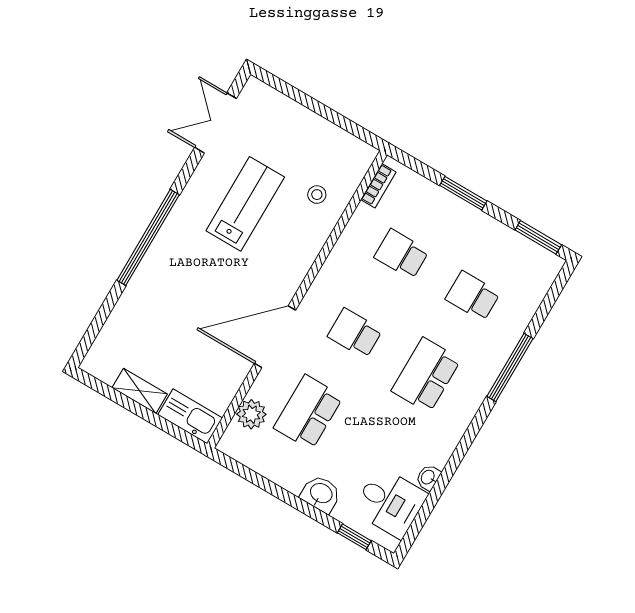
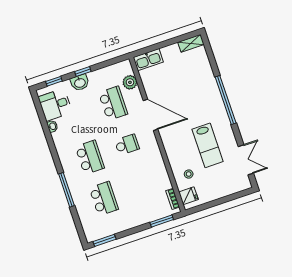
fridge: (352, 165) -> (188, 196), added
window: (463, 193) -> (162, 221), moved
school desk: (401, 254) -> (141, 186), removed
school desk: (473, 296) -> (104, 199), width x1.85
door: (275, 337) -> (150, 115), hinge flipped
shelving: (140, 391) -> (191, 43), moved
window: (299, 504) -> (83, 71), added

